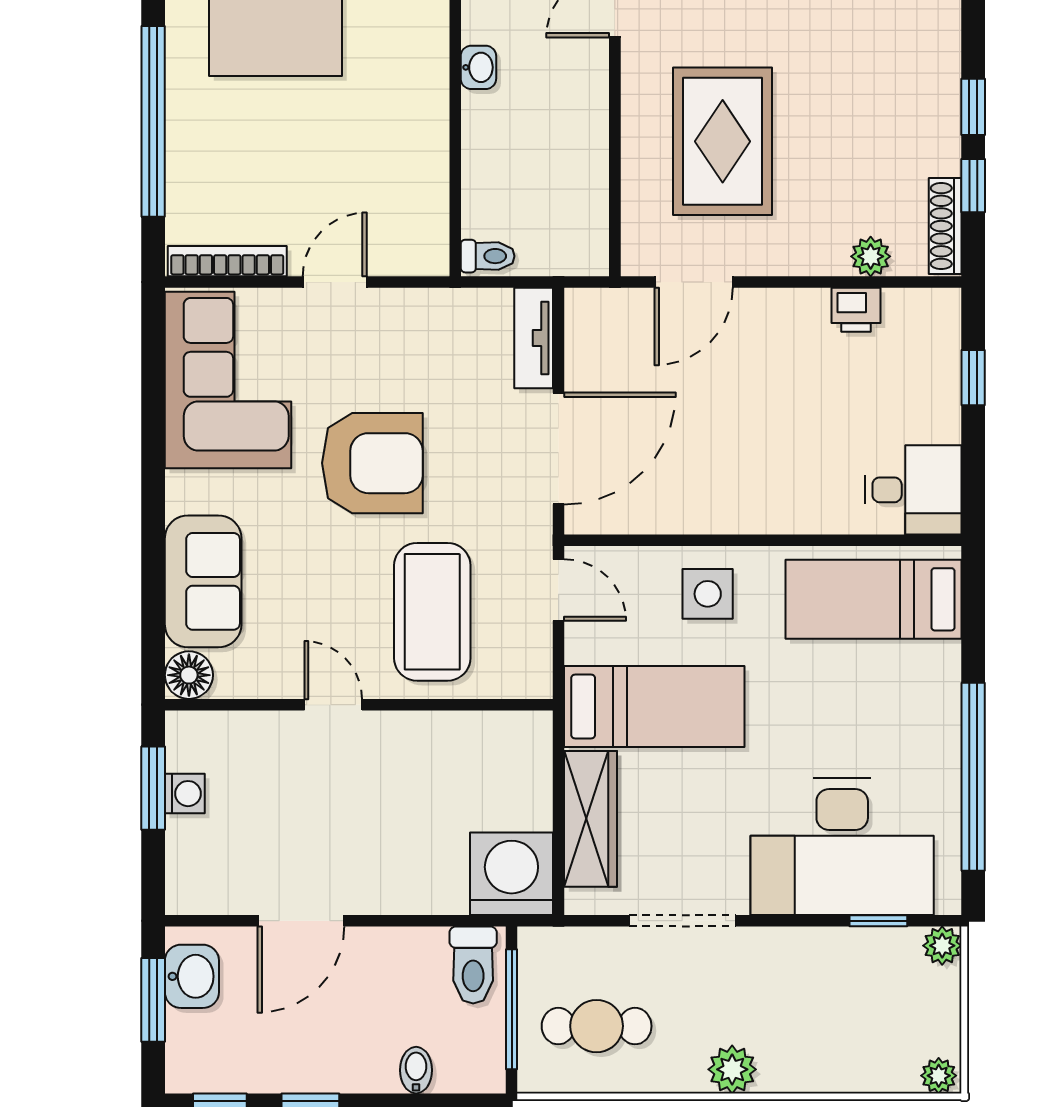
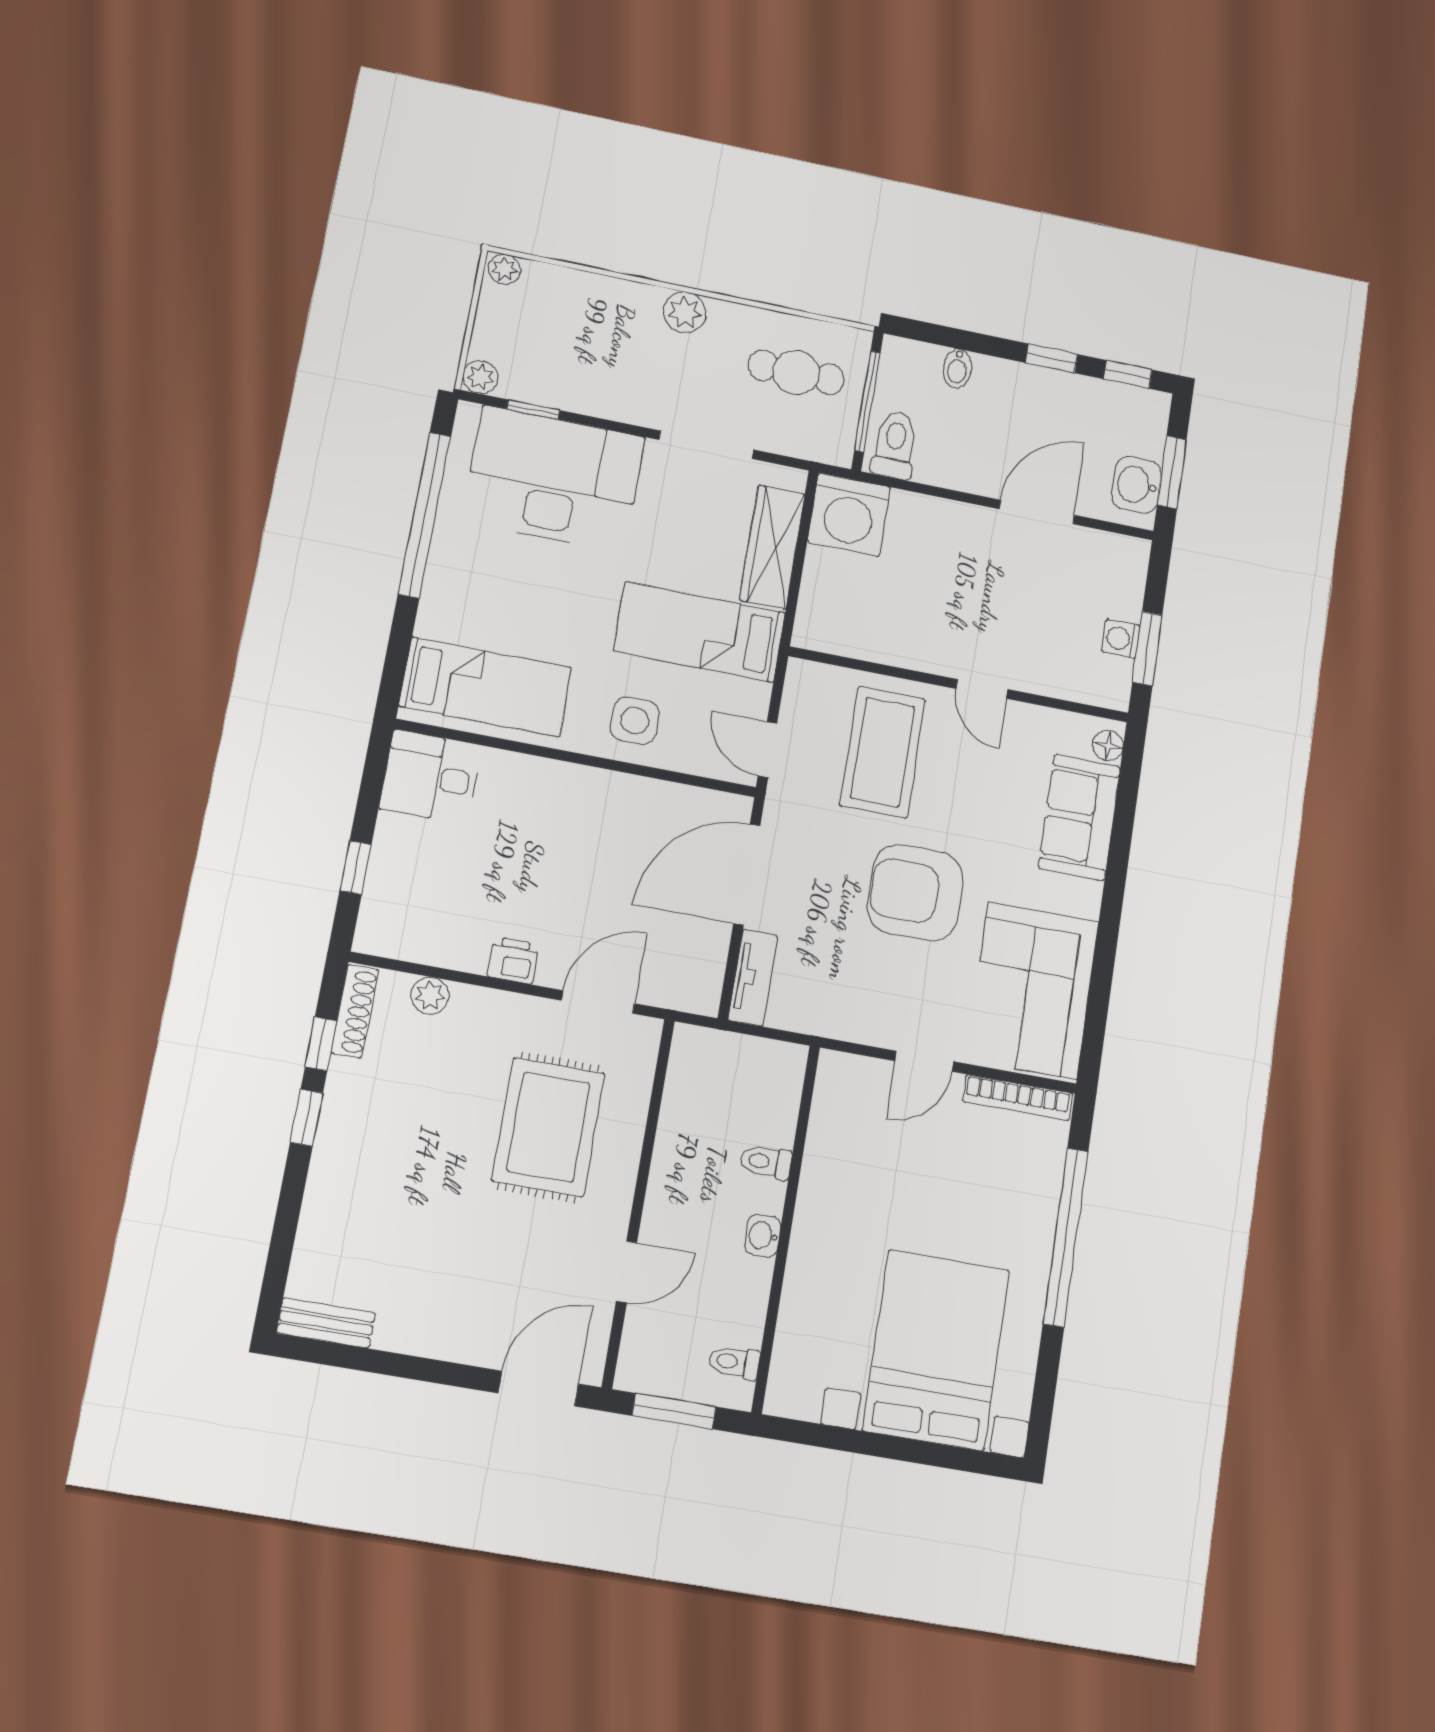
toilet: (488, 256) -> (766, 1162), moved
printer: (856, 310) -> (513, 960), moved
floor lamp: (189, 675) -> (1108, 745), width x0.73, depth x0.73

